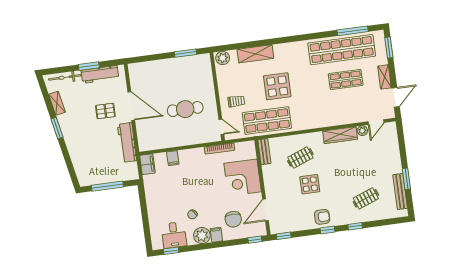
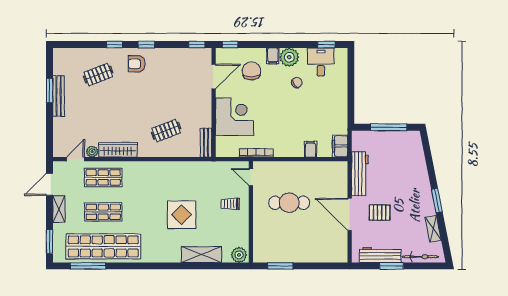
shop shelf: (267, 121) -> (103, 177), moved, width x0.70, depth x0.74
display table: (310, 184) -> (160, 99), removed
bench: (400, 192) -> (59, 96), moved
armchair: (322, 217) -> (137, 64), moved

